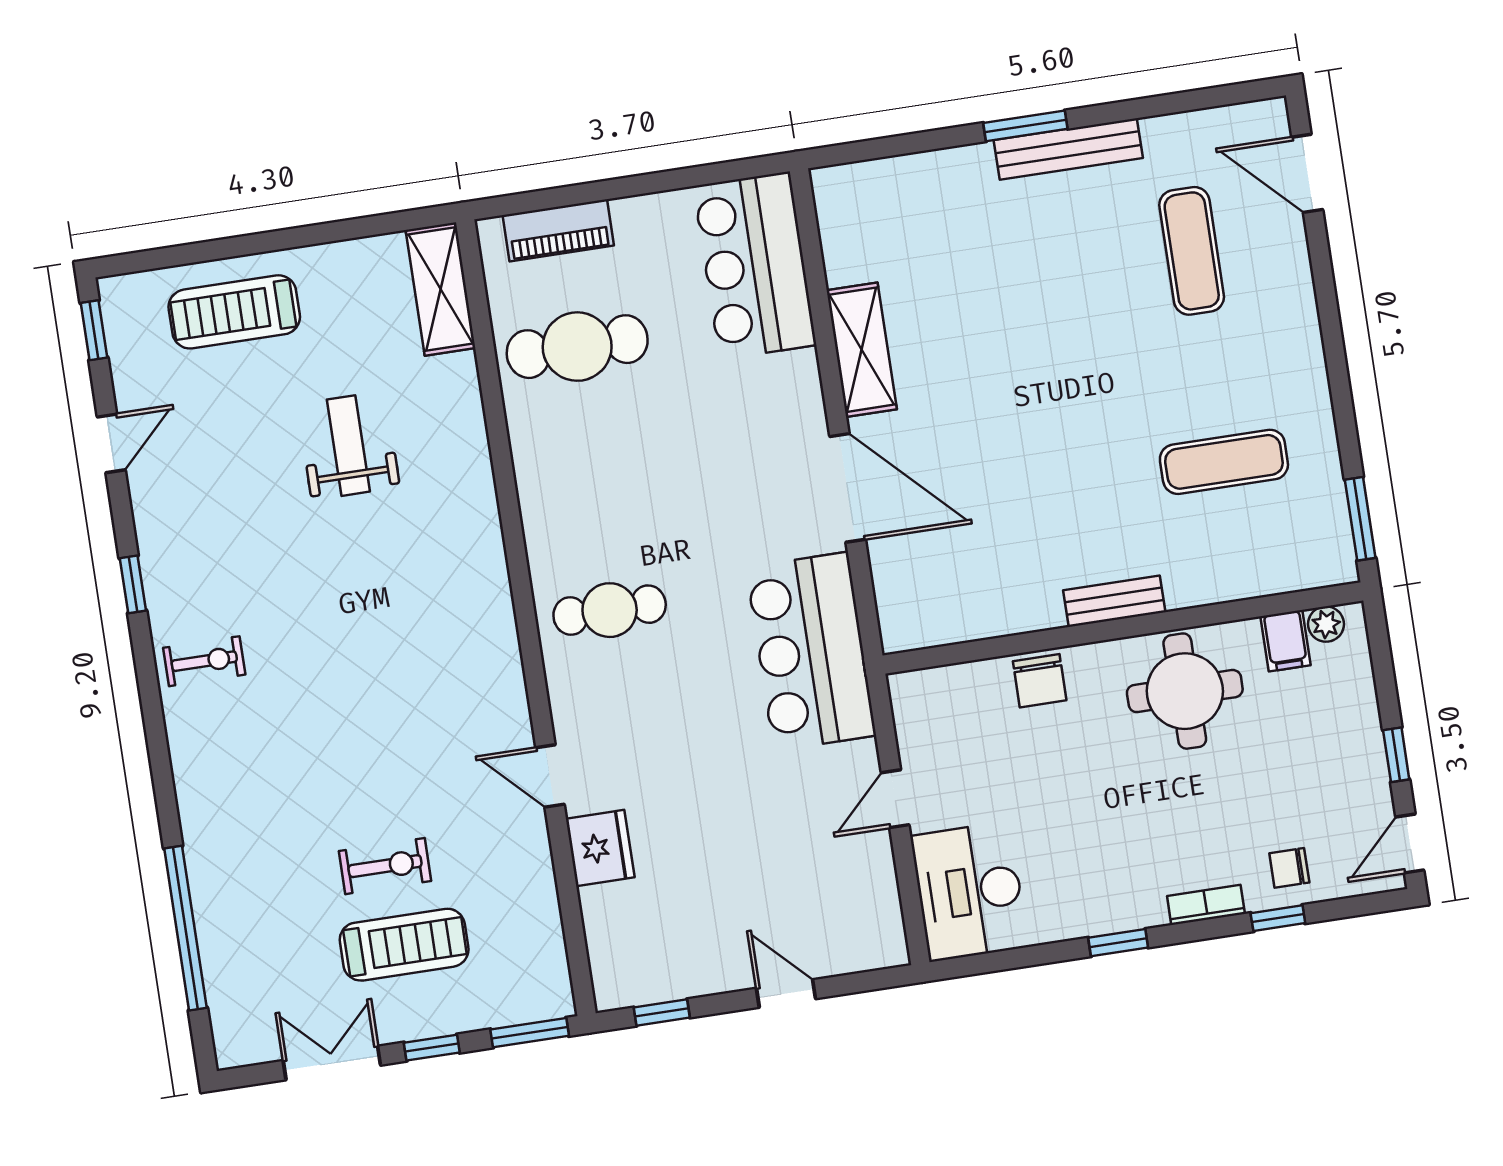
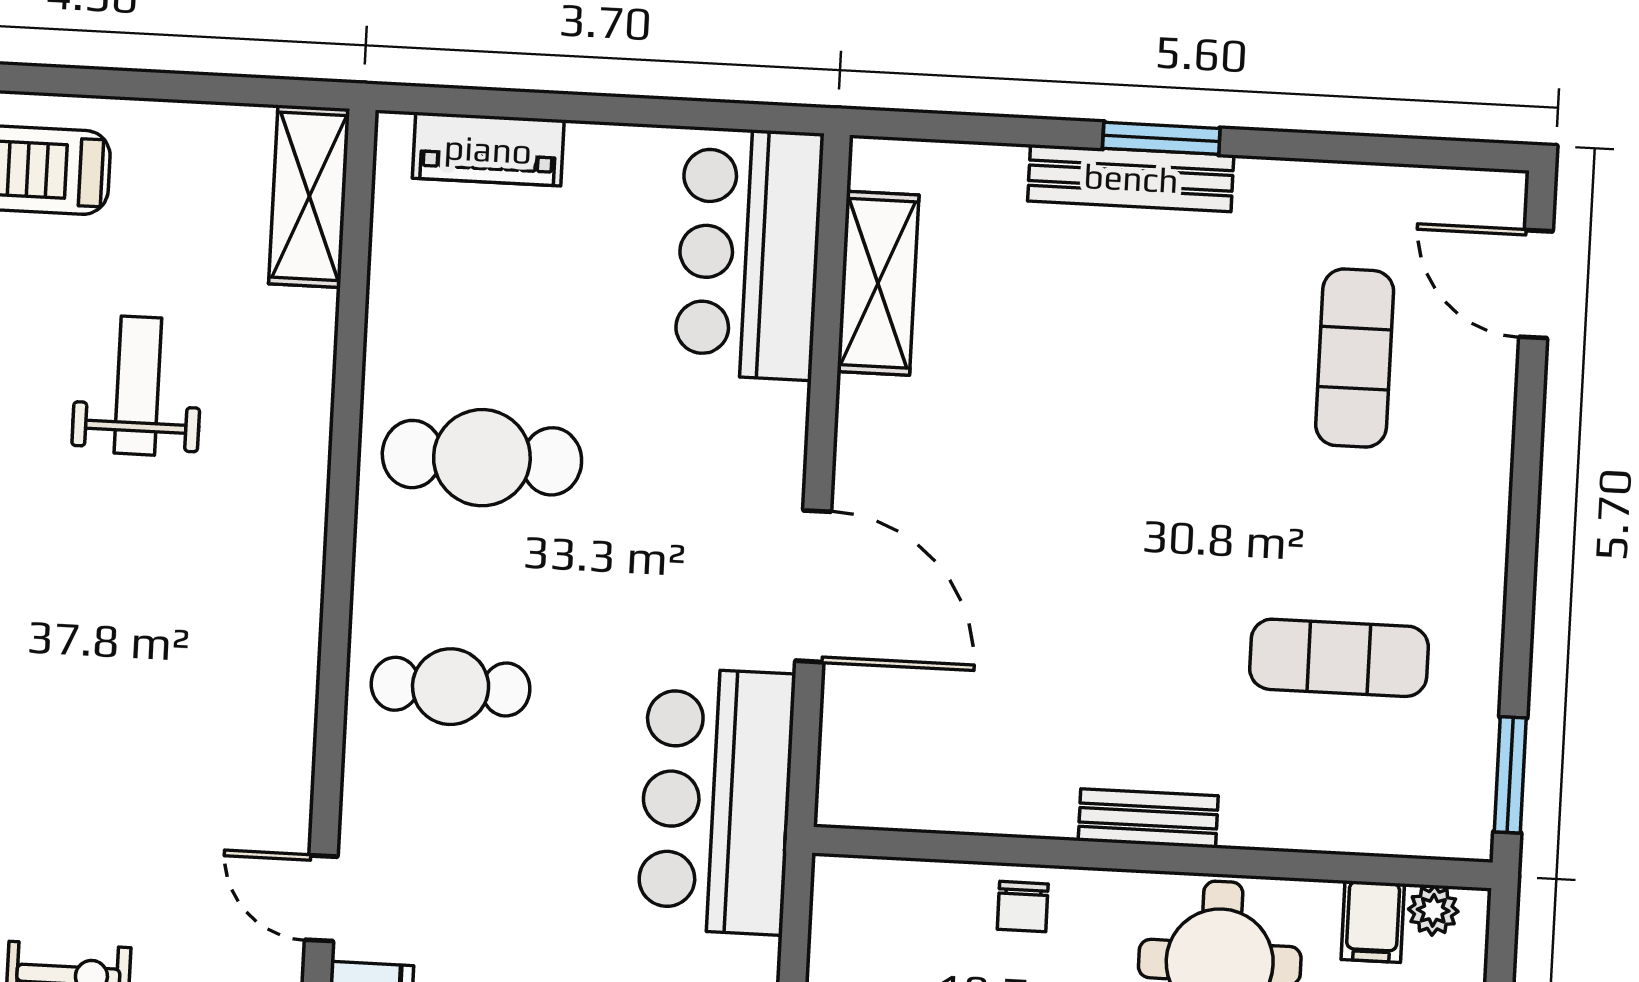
bench: (1068, 149) -> (1131, 178), moved
cafe table: (577, 347) -> (482, 458), moved
shelving: (862, 350) -> (878, 283), moved
chair: (1040, 681) -> (1023, 907), width x0.73, depth x0.73

